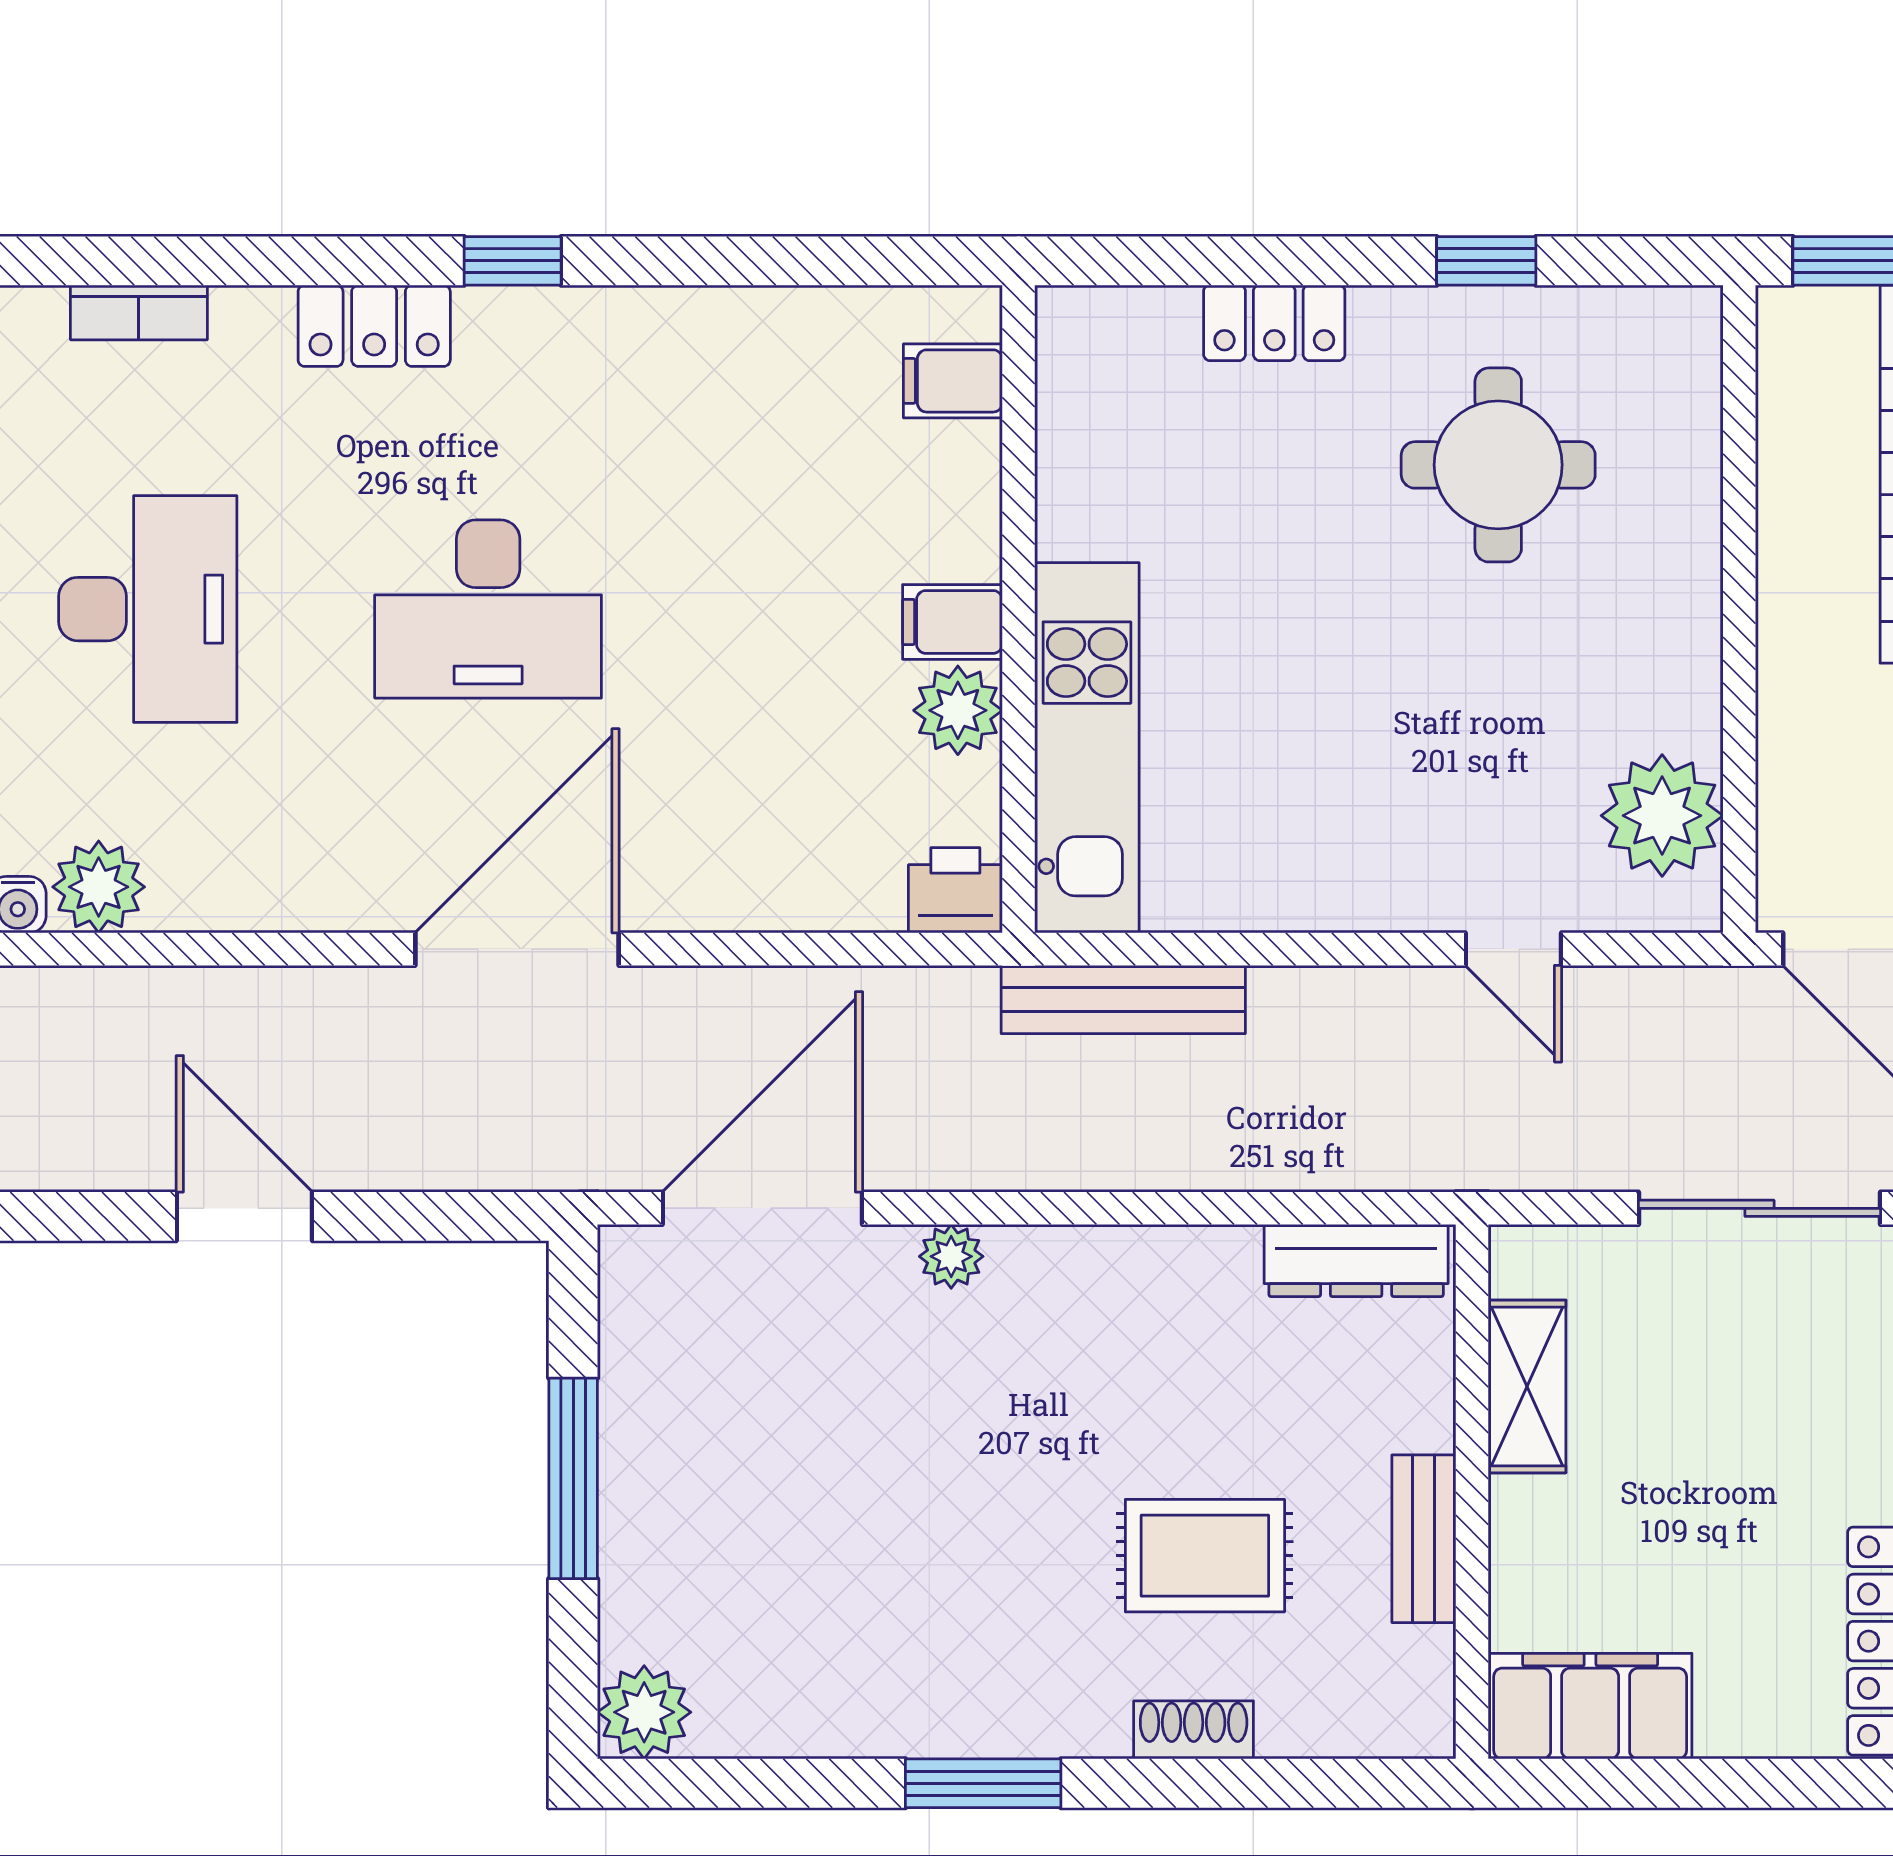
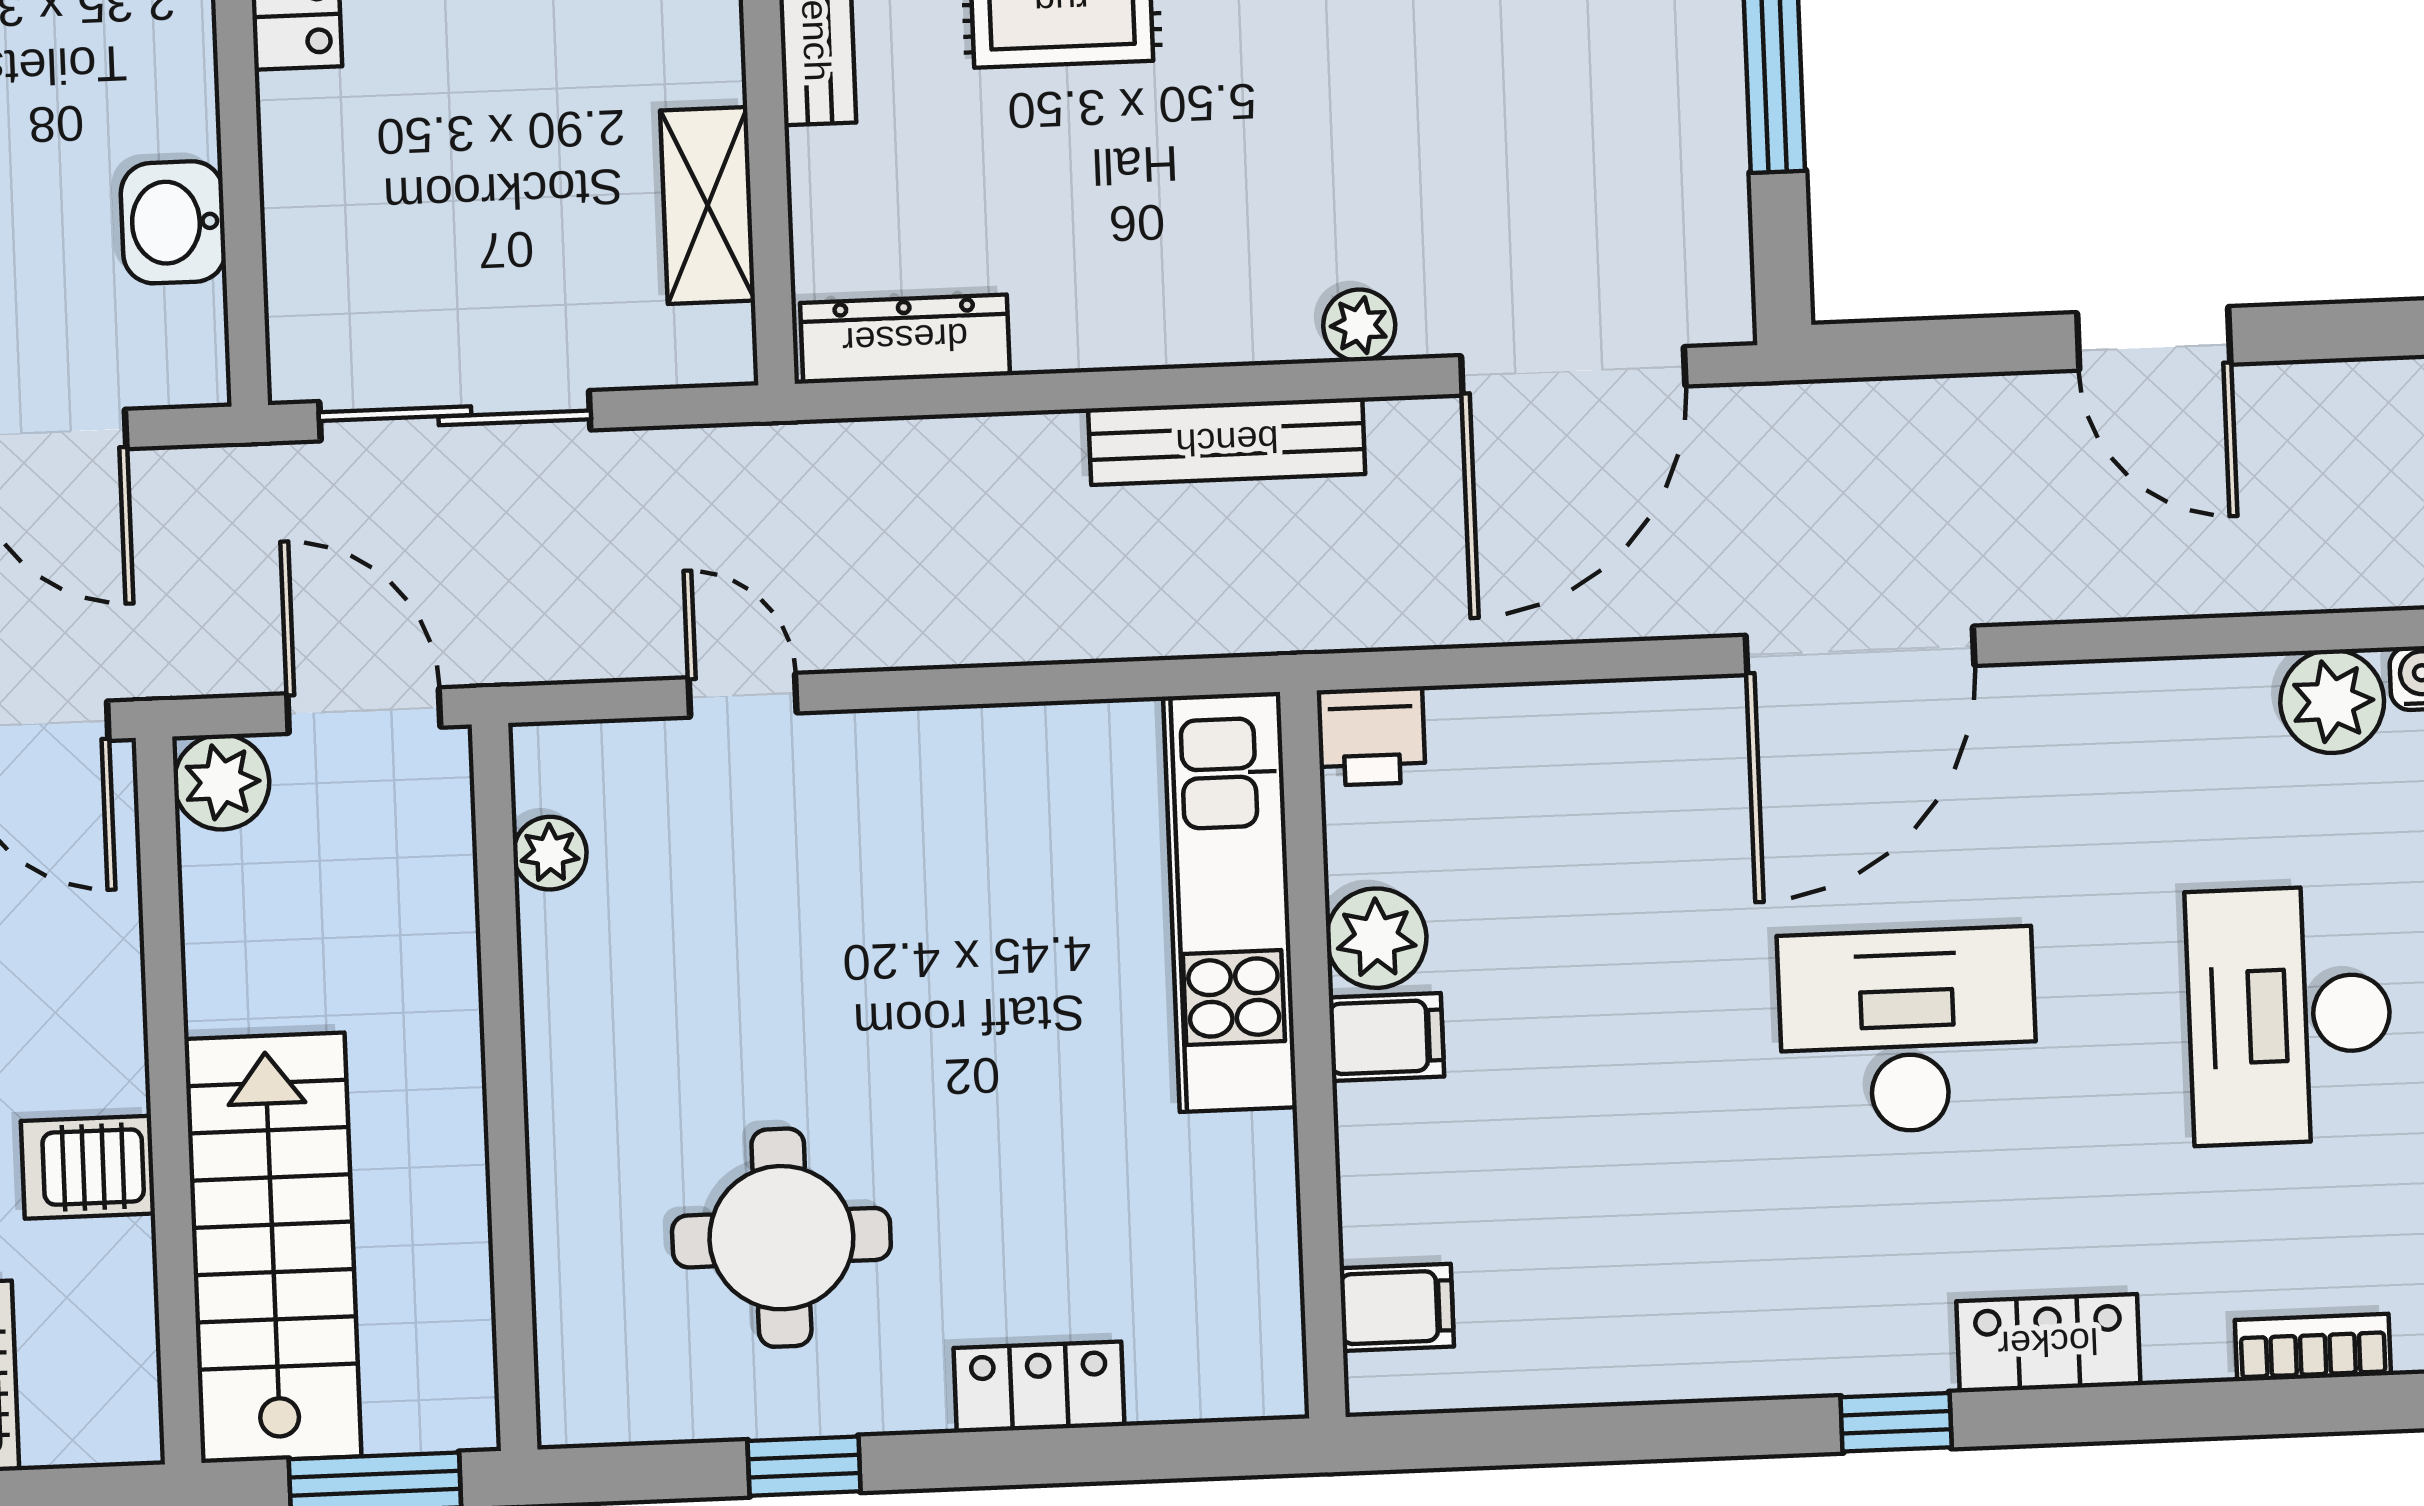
plant: (1662, 816) -> (550, 853), width x0.53, depth x0.53
bench: (1123, 1000) -> (1227, 441), moved

